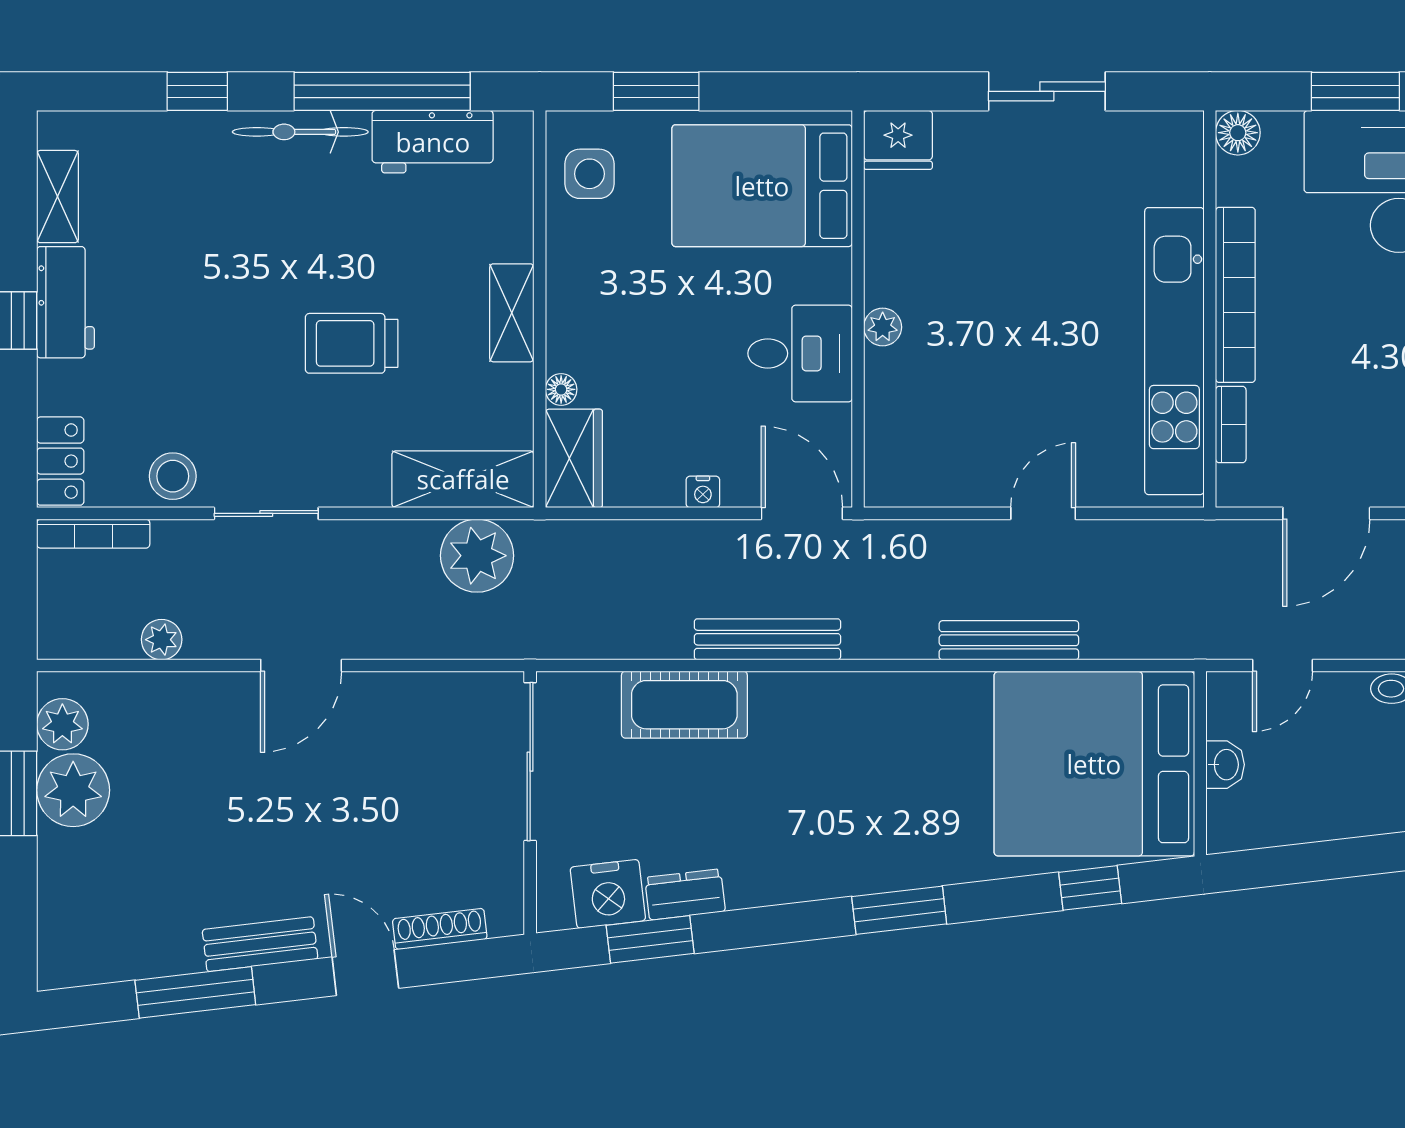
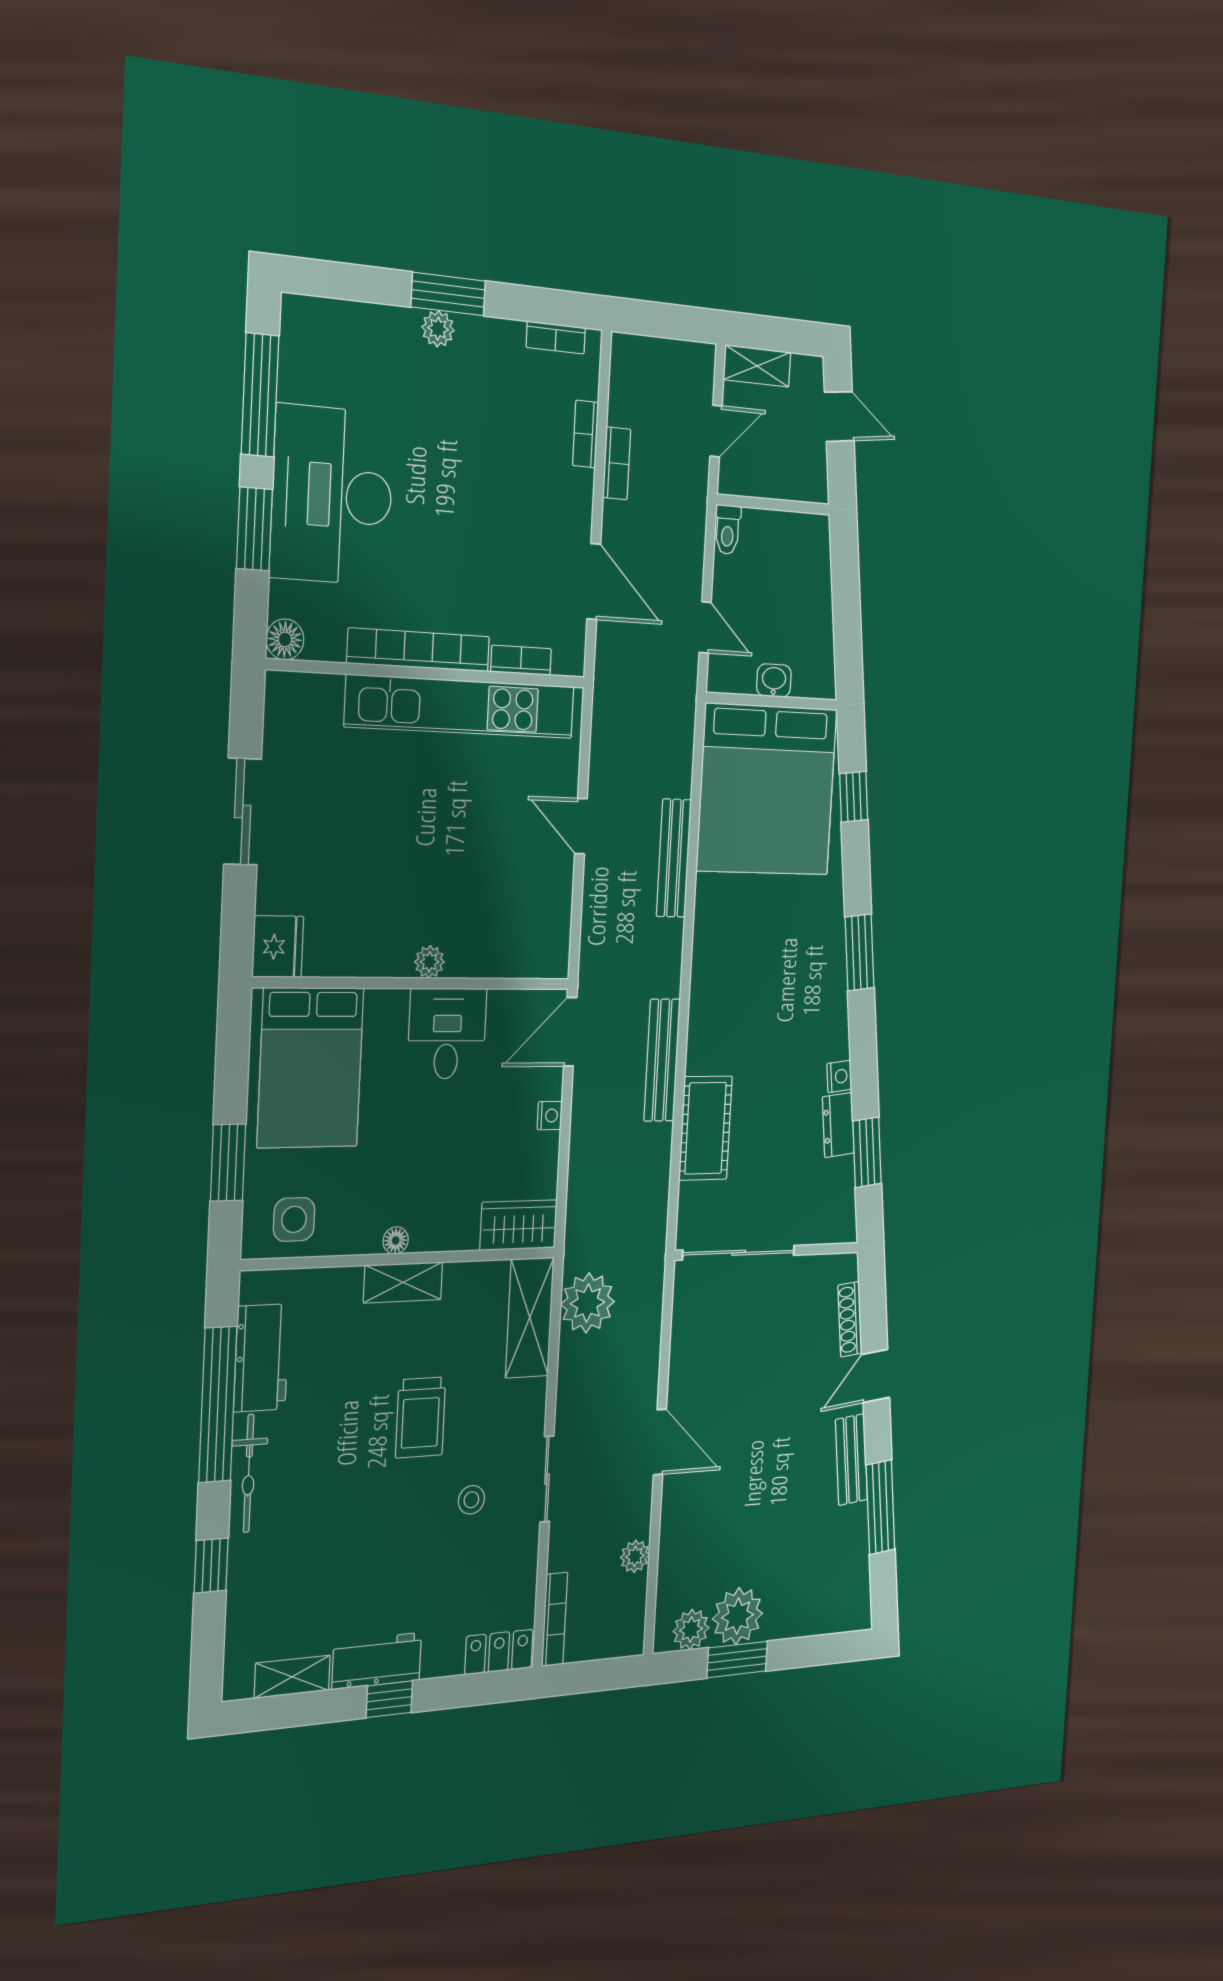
floor lamp: (561, 389) -> (396, 1240), moved
stool: (173, 476) -> (471, 1500), moved, width x0.73, depth x0.73
nightstand: (608, 894) -> (839, 1076), moved, width x0.53, depth x0.56

